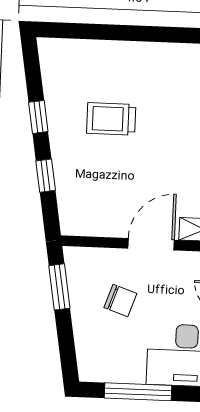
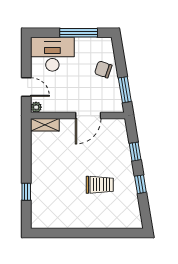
door: (151, 244) -> (88, 116), moved
chair: (120, 301) -> (103, 69), moved

